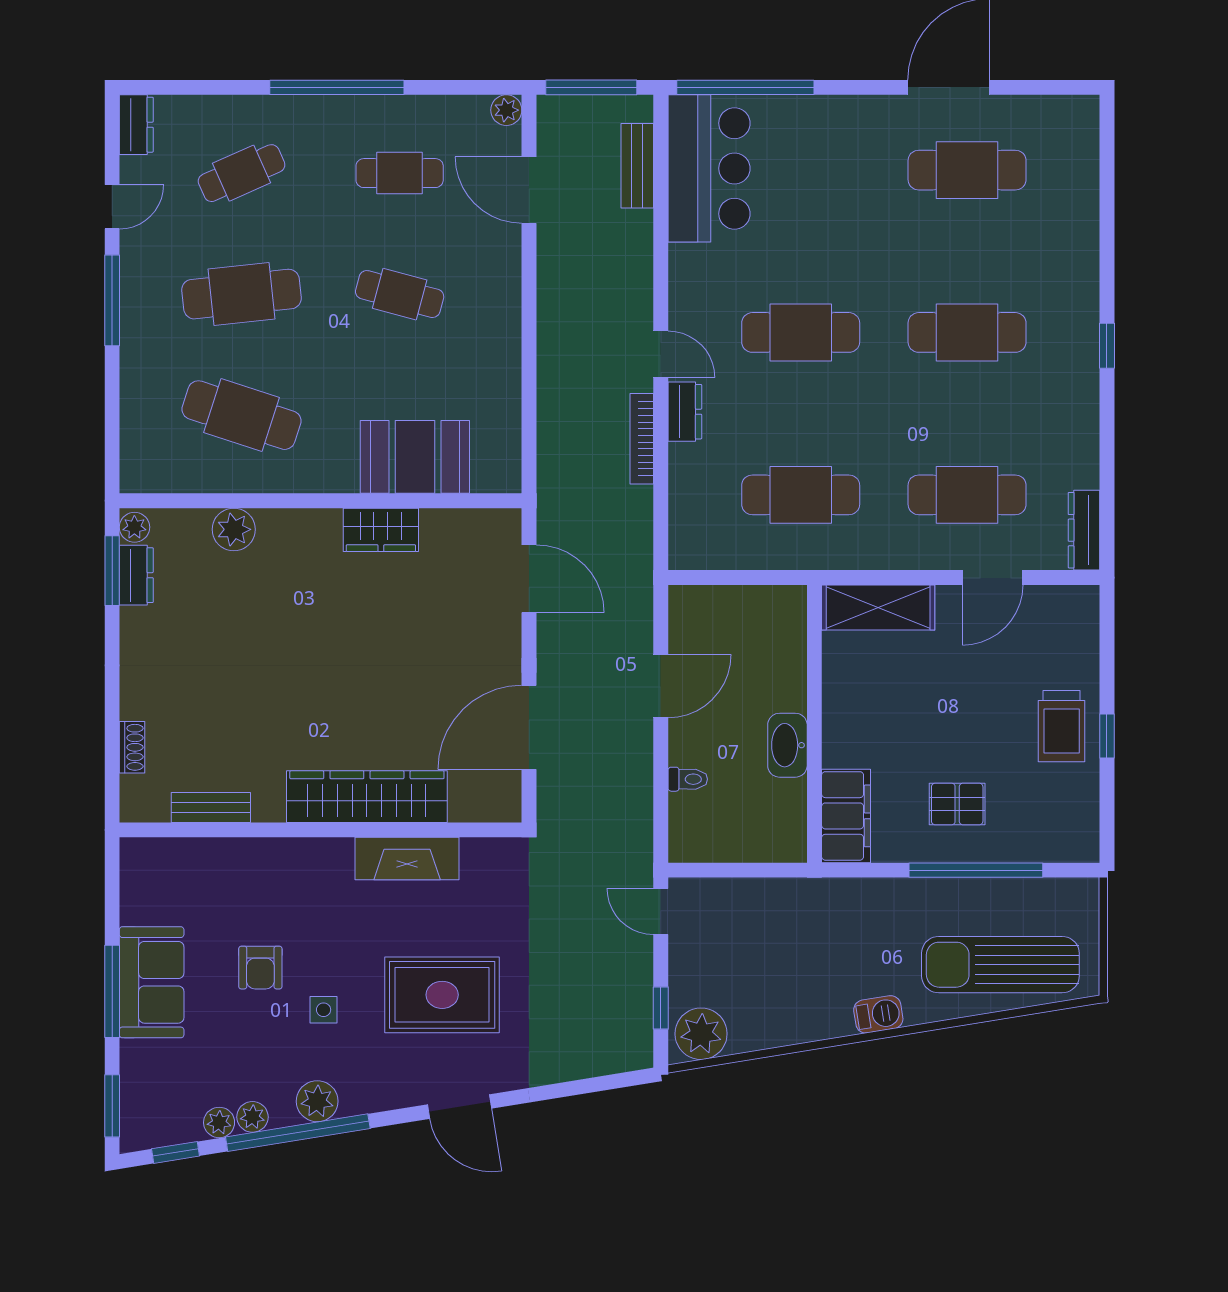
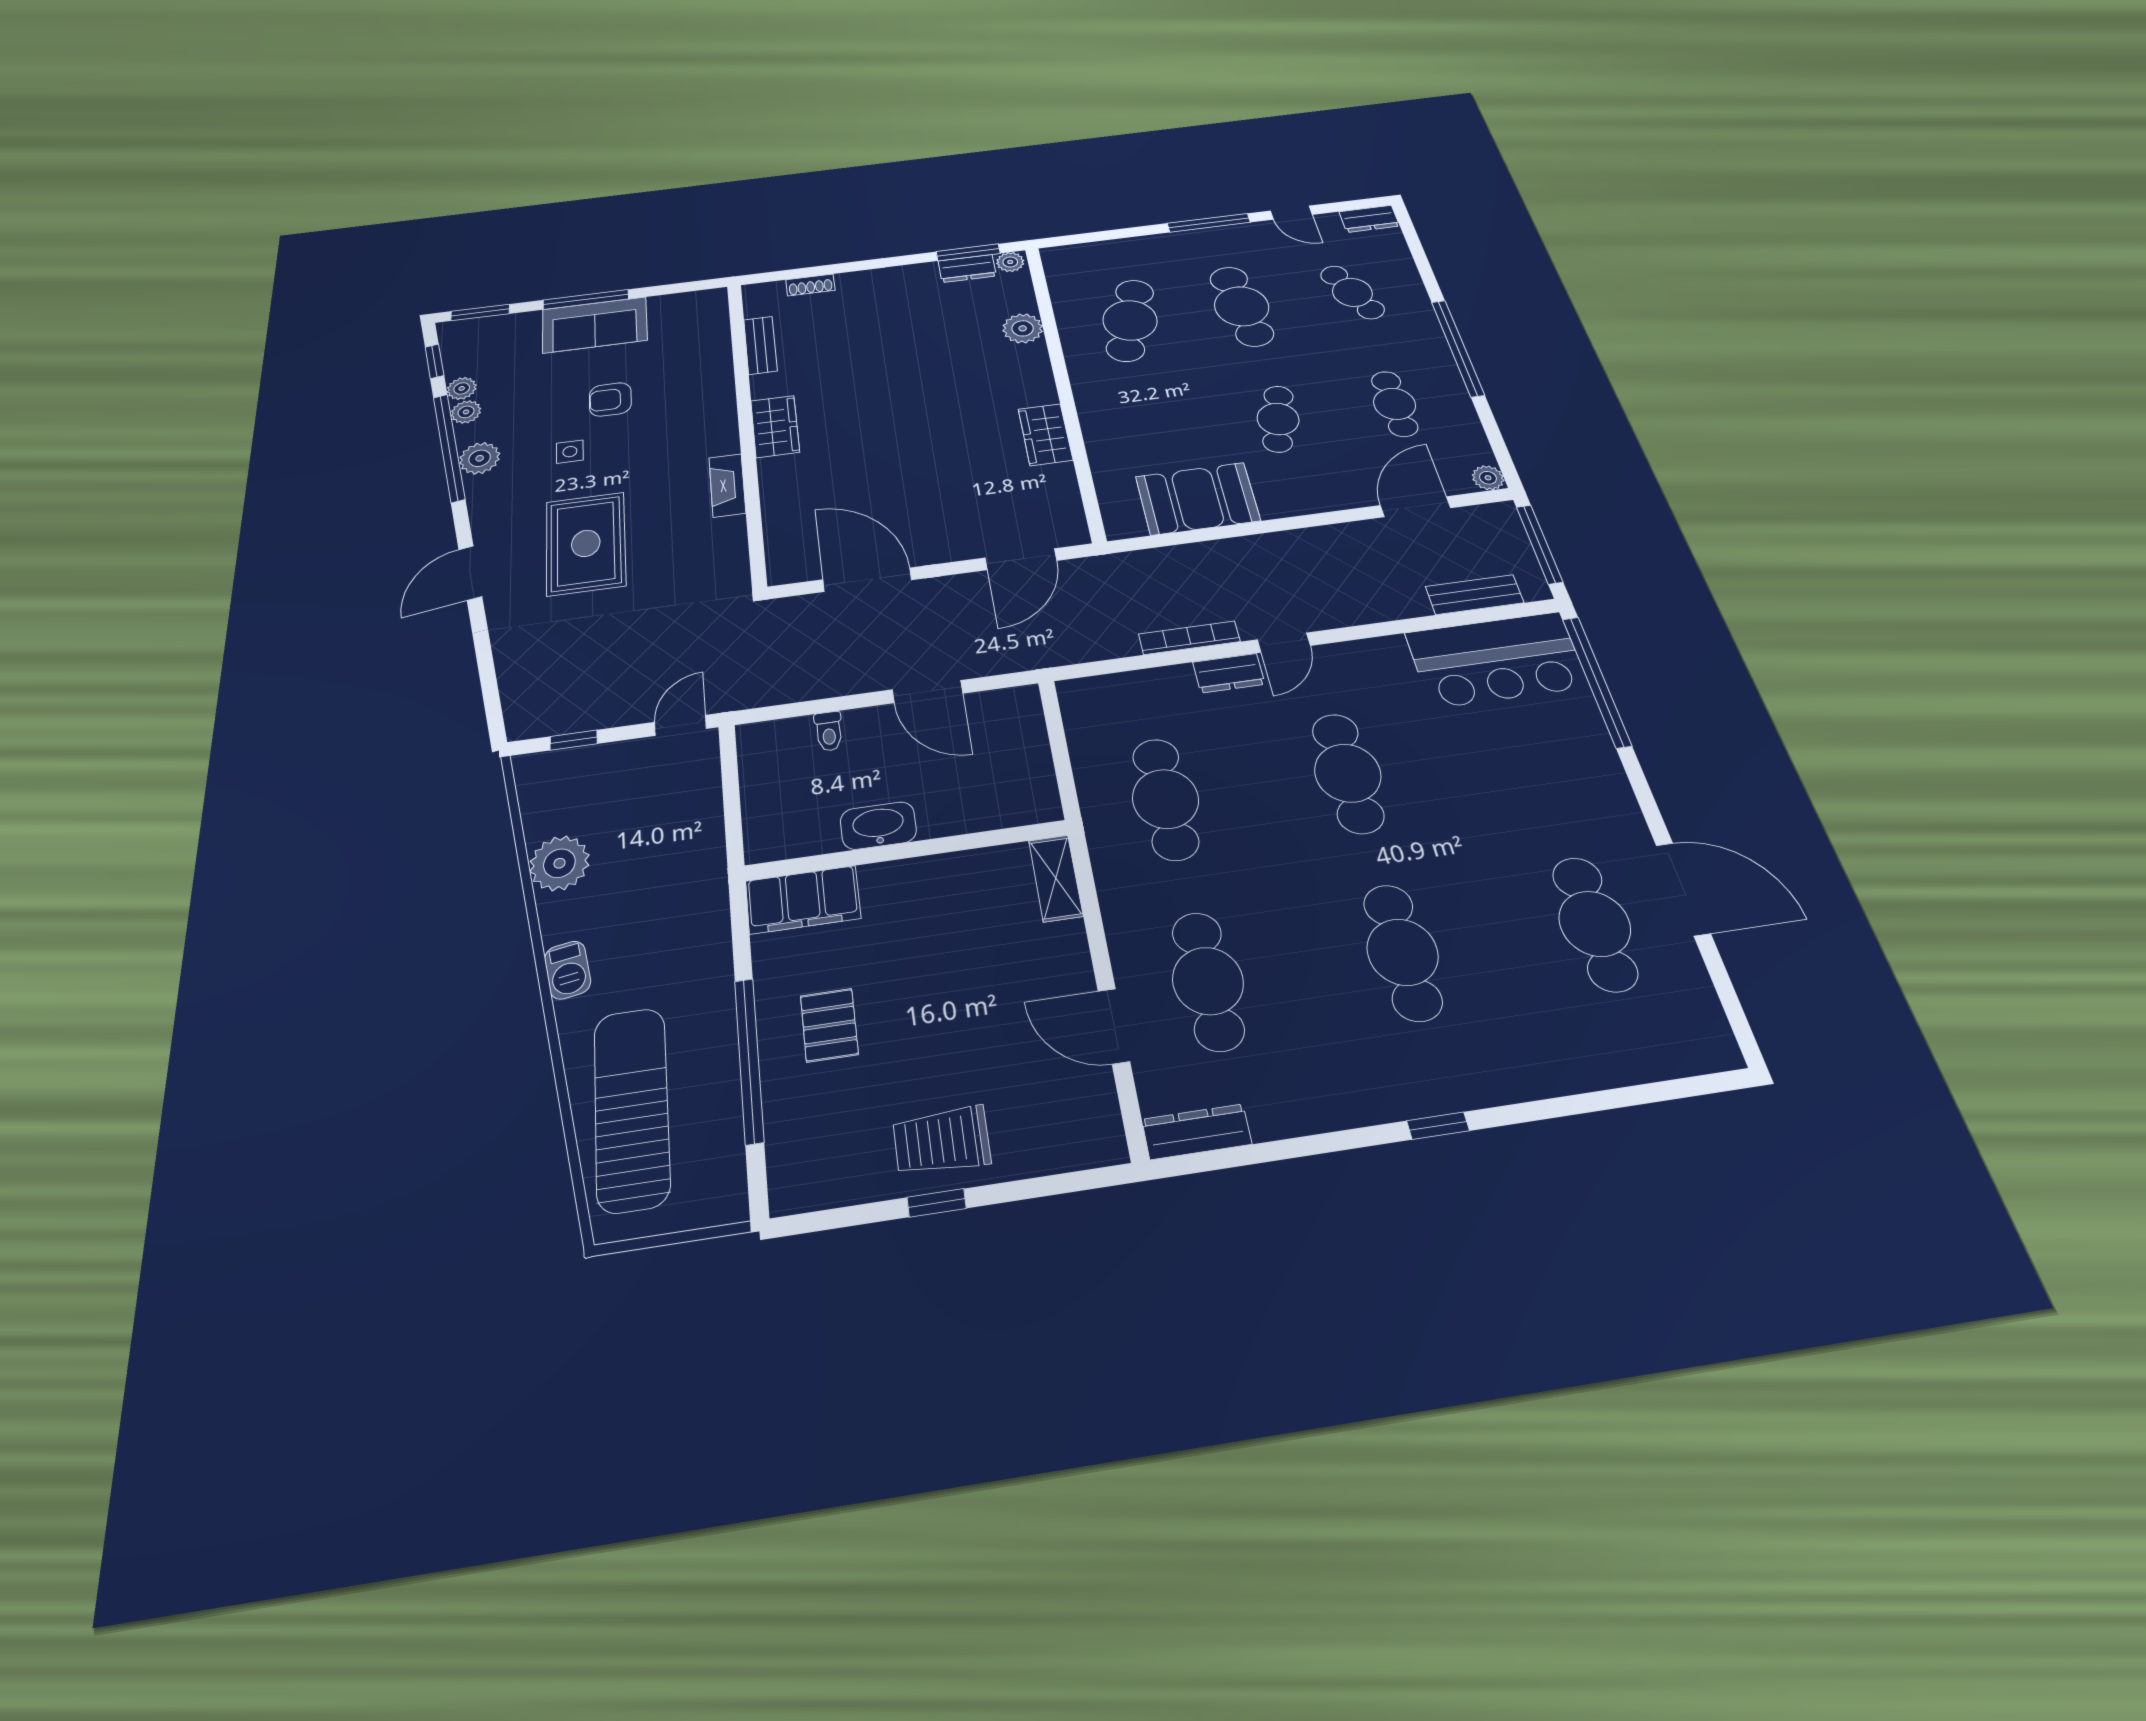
booth: (415, 457) -> (1198, 499), moved, turned 90
shelving: (878, 607) -> (1056, 878), width x0.67, depth x0.75
wardrobe: (367, 797) -> (775, 426), width x0.48, depth x0.85
fireplace: (407, 859) -> (727, 485), width x0.73, depth x0.76
plant: (701, 1034) -> (559, 863), moved

